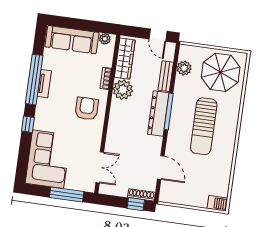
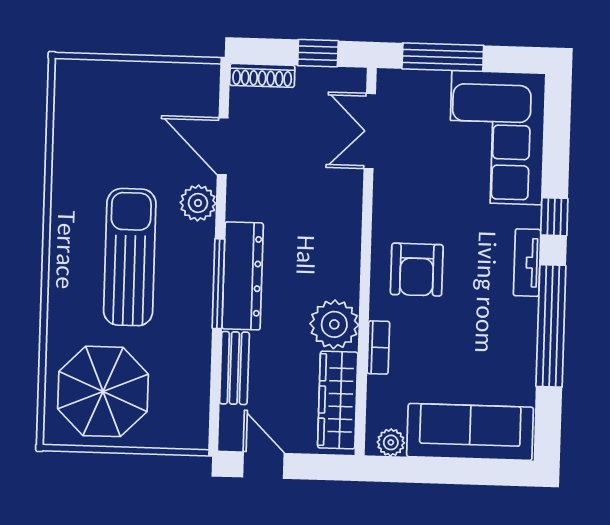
plant: (184, 68) -> (198, 203), moved
tv unit: (44, 84) -> (527, 263), moved
barbecue: (217, 203) -> (77, 75), removed
window: (136, 204) -> (318, 53), moved

